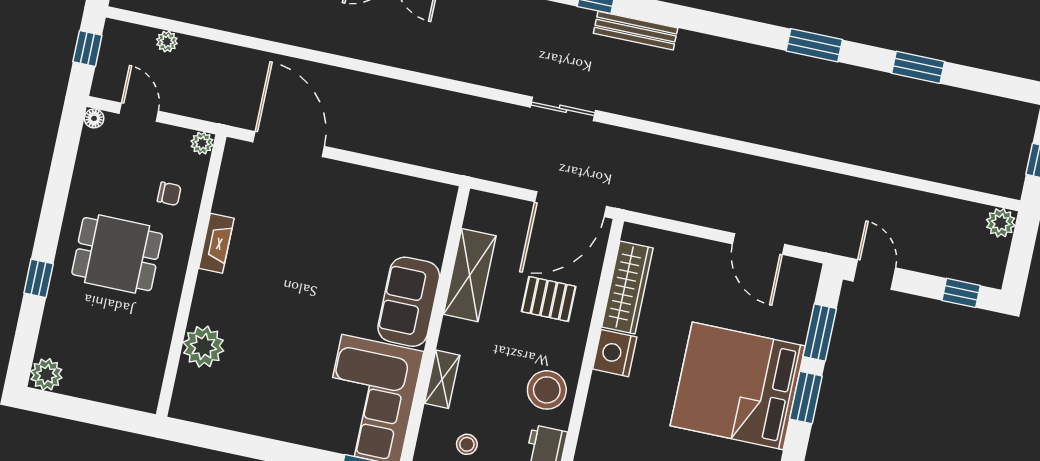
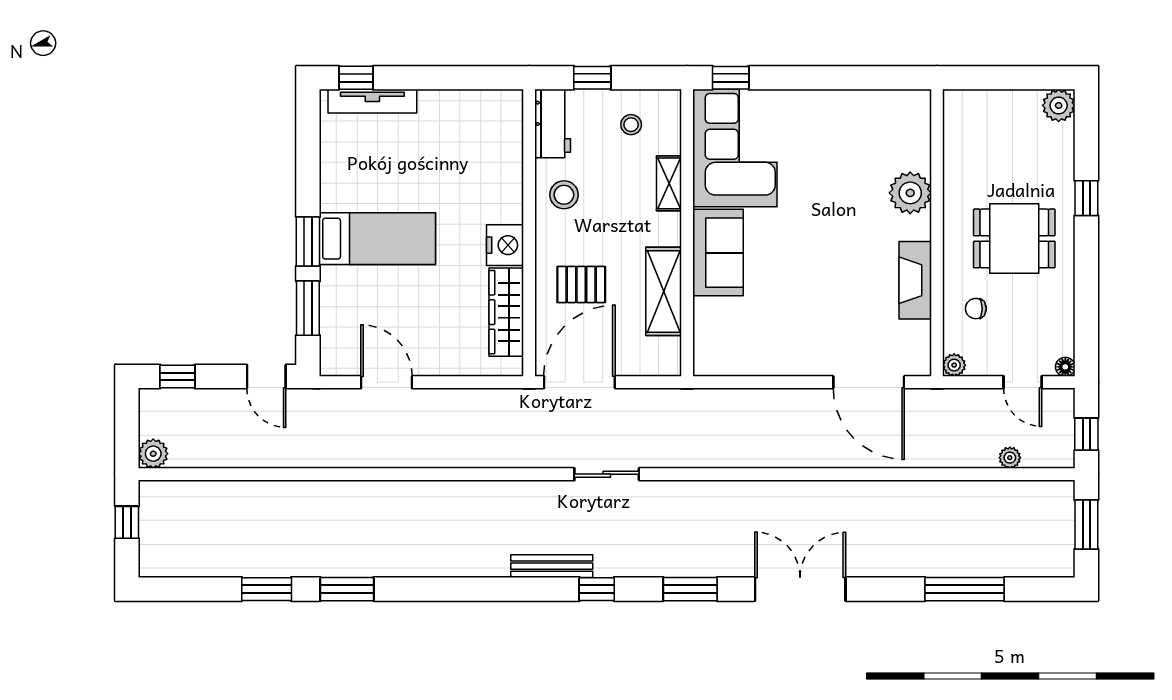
window: (814, 45) -> (347, 589), moved
fireplace: (216, 243) -> (915, 280), width x1.37, depth x1.32
plant: (203, 347) -> (910, 193), moved
bed: (738, 386) -> (377, 239), width x0.49
stool: (547, 390) -> (564, 195), width x0.73, depth x0.73

